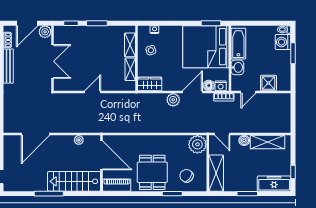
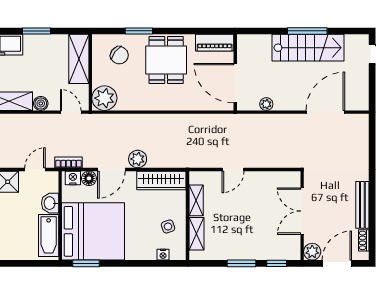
wardrobe: (150, 84) -> (161, 180), width x1.50
door: (93, 92) -> (233, 169), moved
stairs: (74, 181) -> (308, 48), moved

